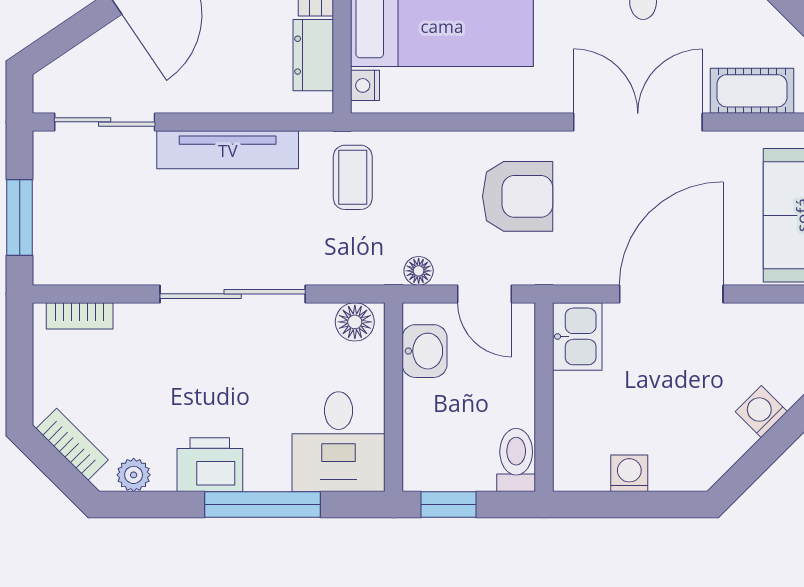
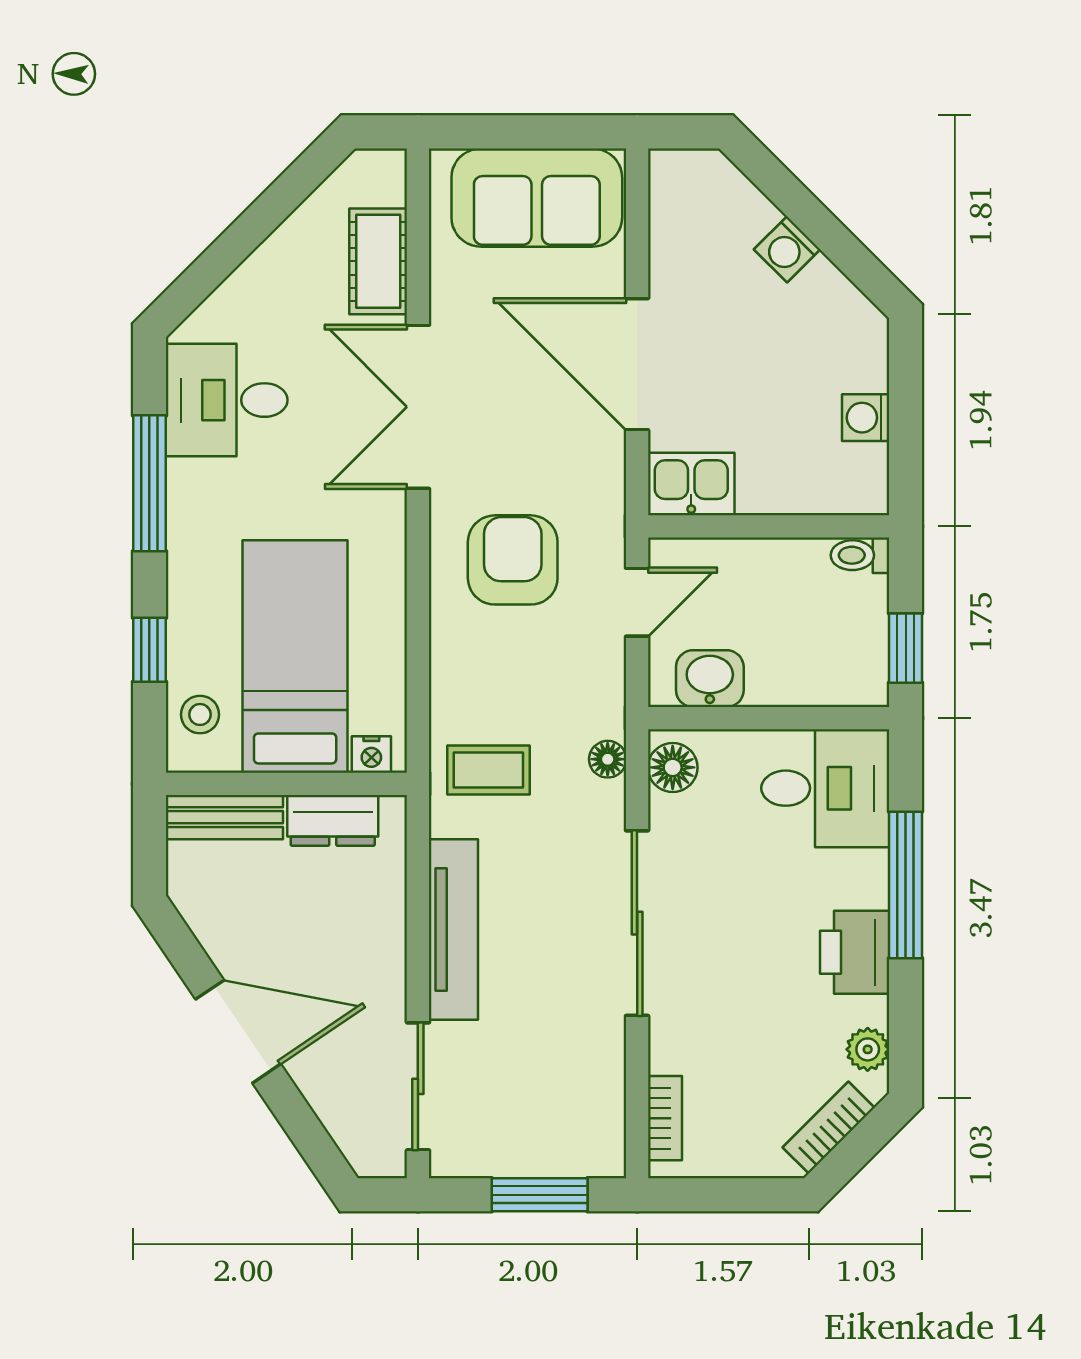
floor lamp: (419, 271) -> (608, 759), moved
toilet: (516, 460) -> (860, 555), width x0.73, depth x0.72

